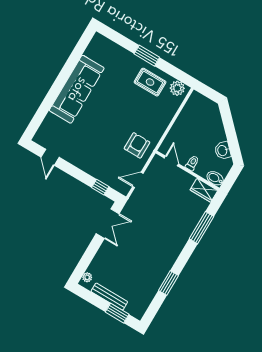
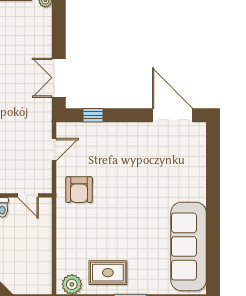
sofa: (77, 89) -> (189, 246), moved
door: (50, 157) -> (172, 115), width x1.87

